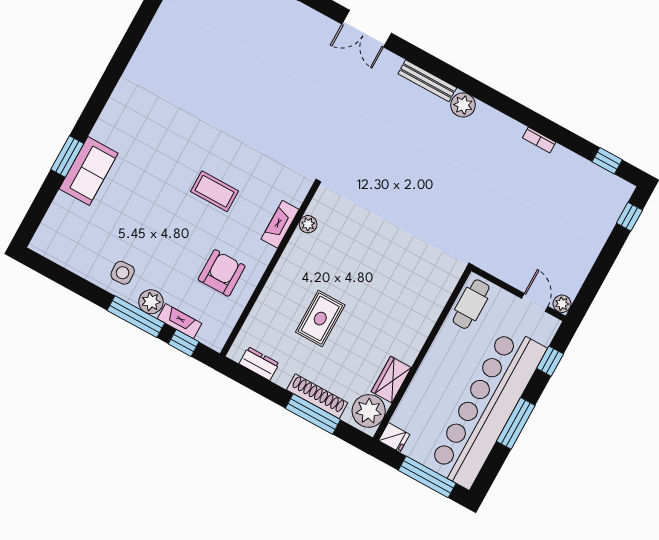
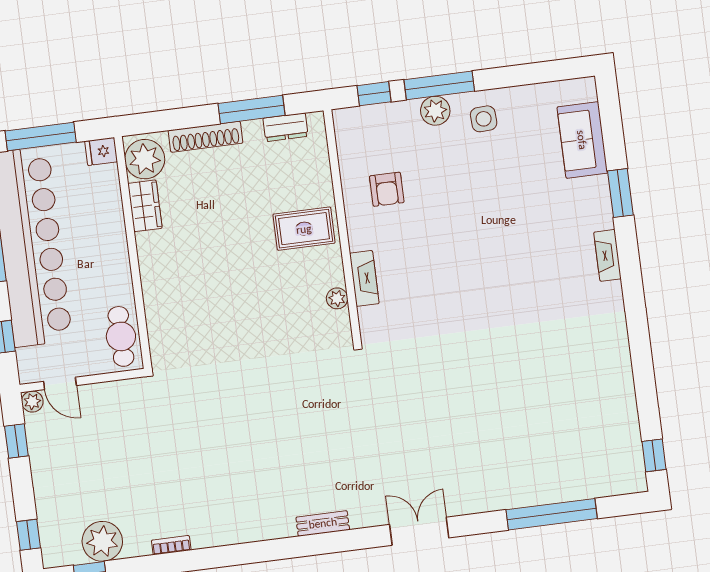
bench: (427, 81) -> (323, 523), width x0.73
plant: (463, 105) -> (102, 541), moved, width x1.36, depth x1.36
sofa: (89, 171) -> (582, 140), moved
coffee table: (215, 191) -> (452, 264), removed
armchair: (222, 273) -> (387, 189), width x0.72, depth x0.72
window: (592, 285) -> (16, 441), added
rug: (320, 319) -> (304, 229), moved, turned 90
fireplace: (180, 321) -> (608, 255), moved, turned 90
window: (313, 414) -> (251, 109), moved

